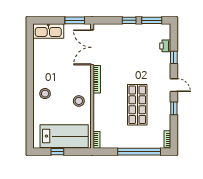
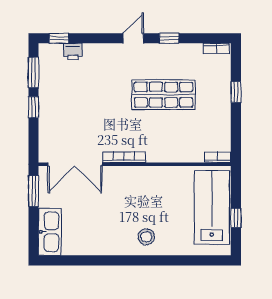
window: (174, 57) -> (59, 38), moved
stool: (79, 101) -> (158, 185), removed
window: (139, 152) -> (236, 92), width x0.32

